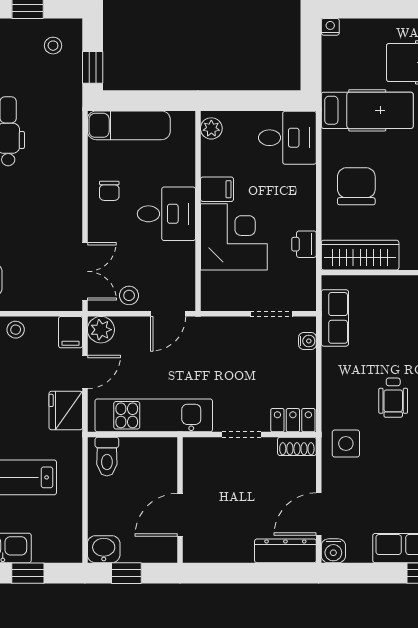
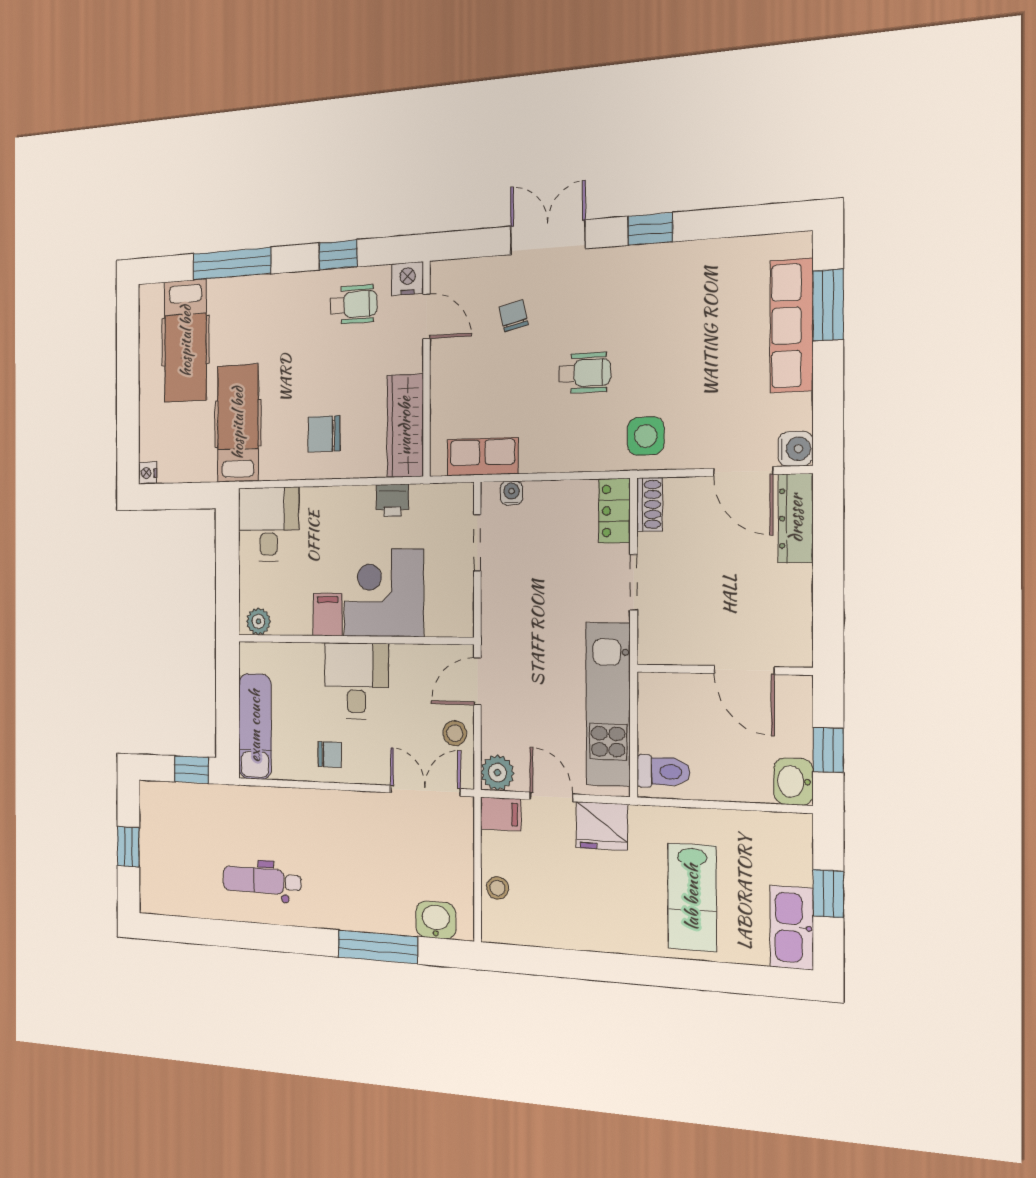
stool: (53, 46) -> (168, 818), removed
chair: (356, 186) -> (324, 434), width x0.73, depth x0.73
door: (168, 314) -> (477, 681), swing flipped

